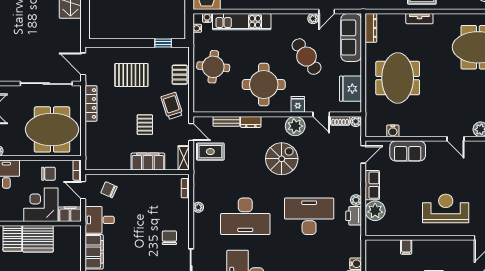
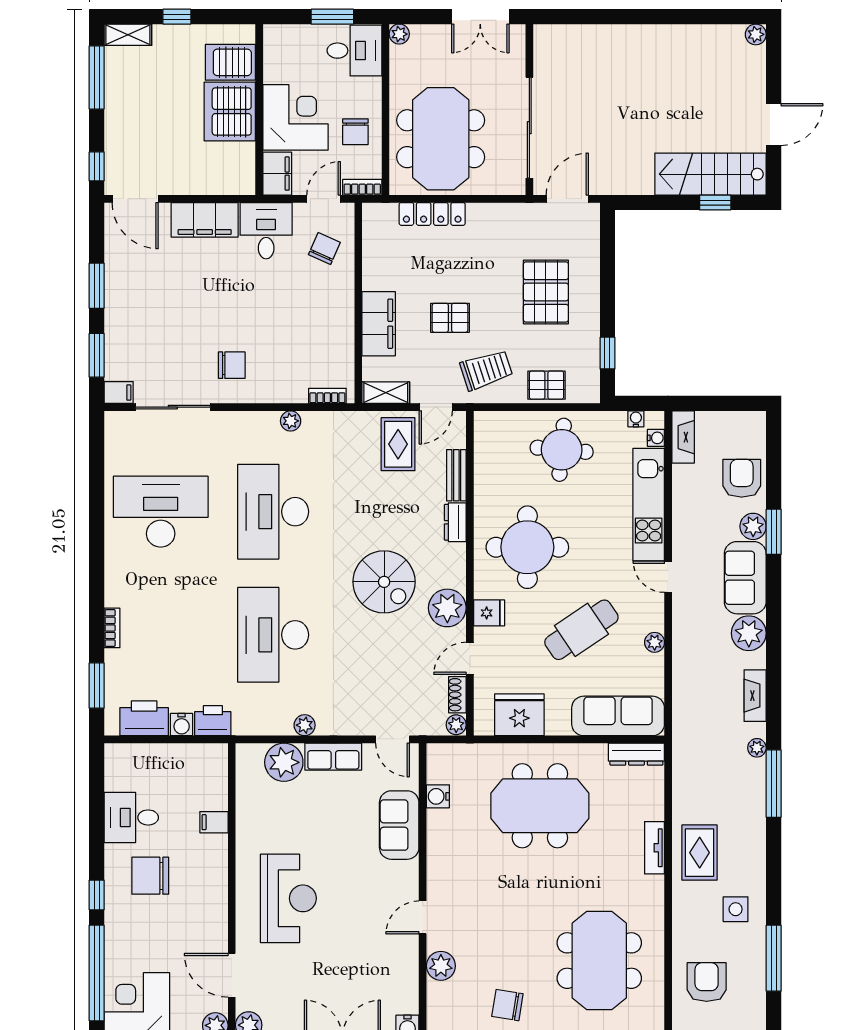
door: (327, 12) -> (668, 577), moved
locker: (91, 103) -> (432, 214), moved
desk: (309, 216) -> (273, 635), turned 180
printer: (354, 216) -> (213, 721), moved

